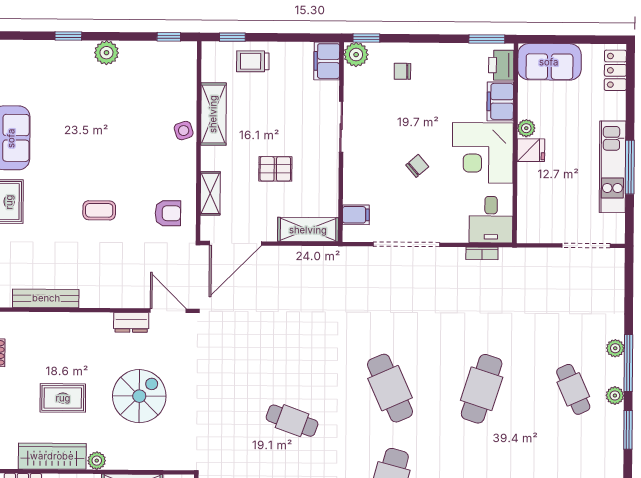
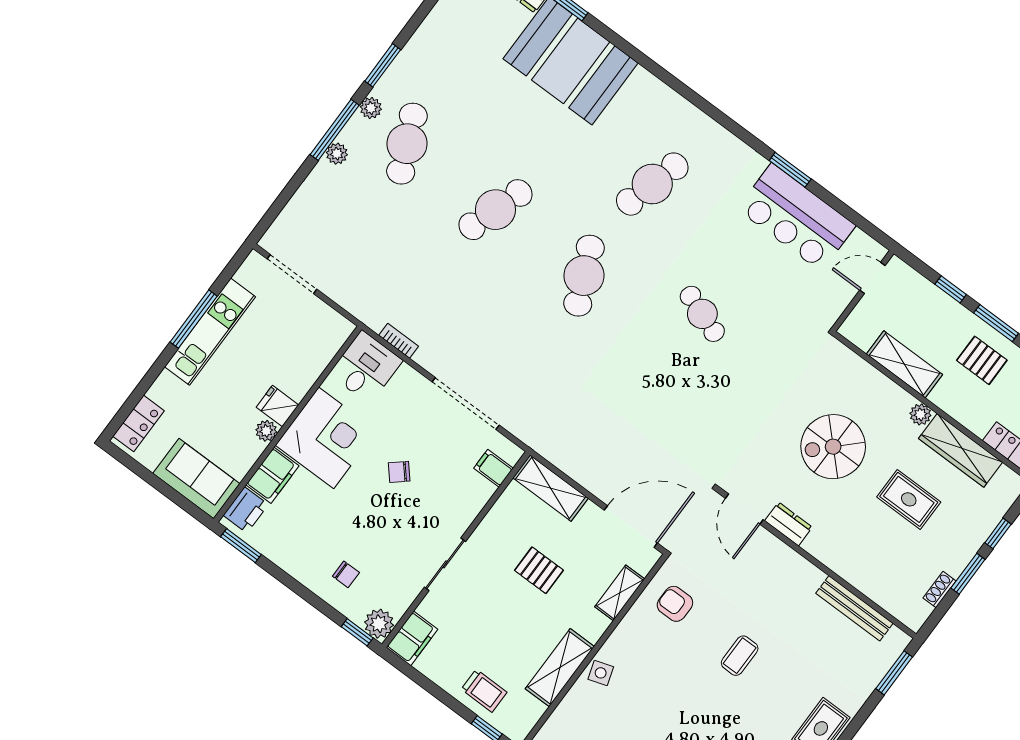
coffee table: (99, 210) -> (740, 656), turned 90
cafe table: (573, 389) -> (407, 144), width x1.37, depth x1.35

